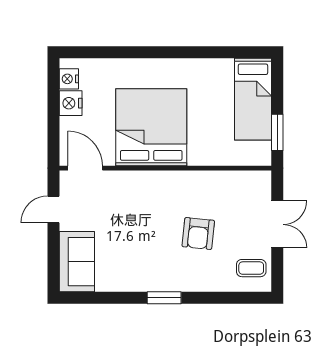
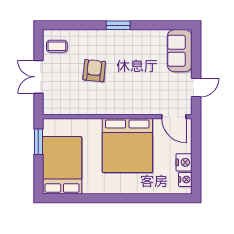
bed: (253, 99) -> (62, 165), width x1.50

